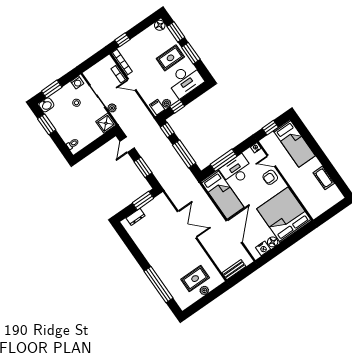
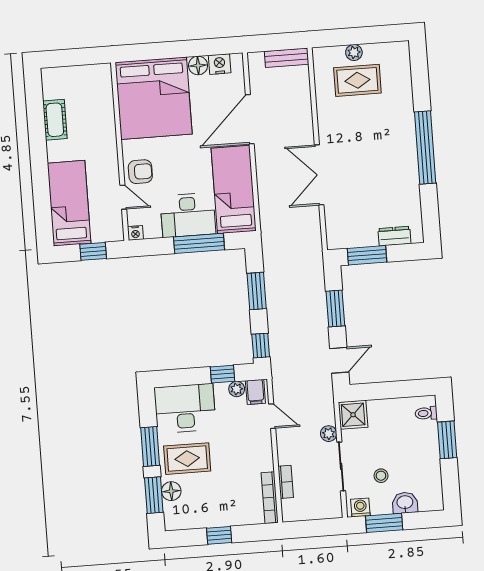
floor lamp: (160, 25) -> (171, 491), moved
window: (122, 40) -> (219, 535), moved
door: (132, 85) -> (272, 416), moved
window: (52, 89) -> (384, 523), moved
washbasin: (46, 105) -> (405, 503), moved
window: (47, 124) -> (447, 440), moved
window: (184, 154) -> (257, 291), width x0.69
window: (158, 285) -> (425, 148), moved

